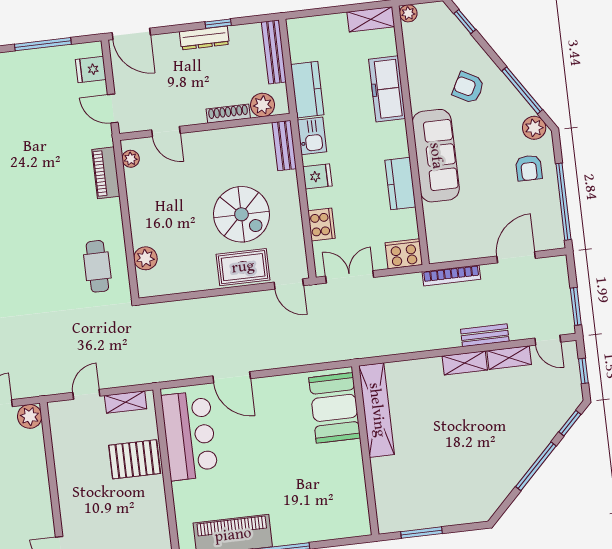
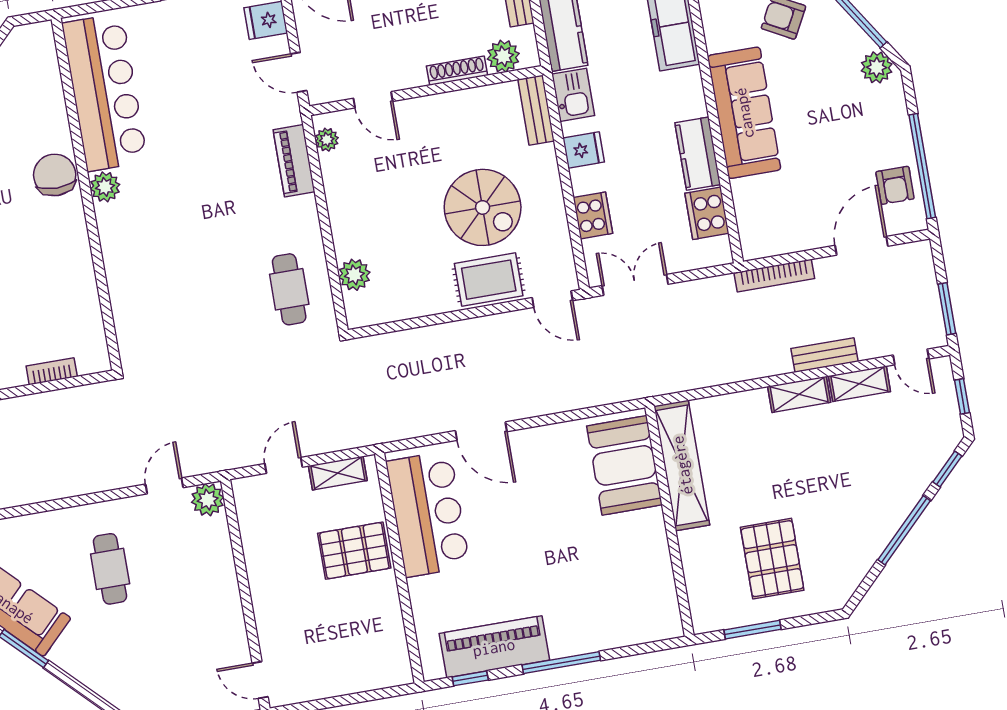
armchair: (529, 168) -> (895, 185), moved
cooker: (404, 254) -> (707, 213), moved, turned -90
pallet: (439, 482) -> (772, 559), added

